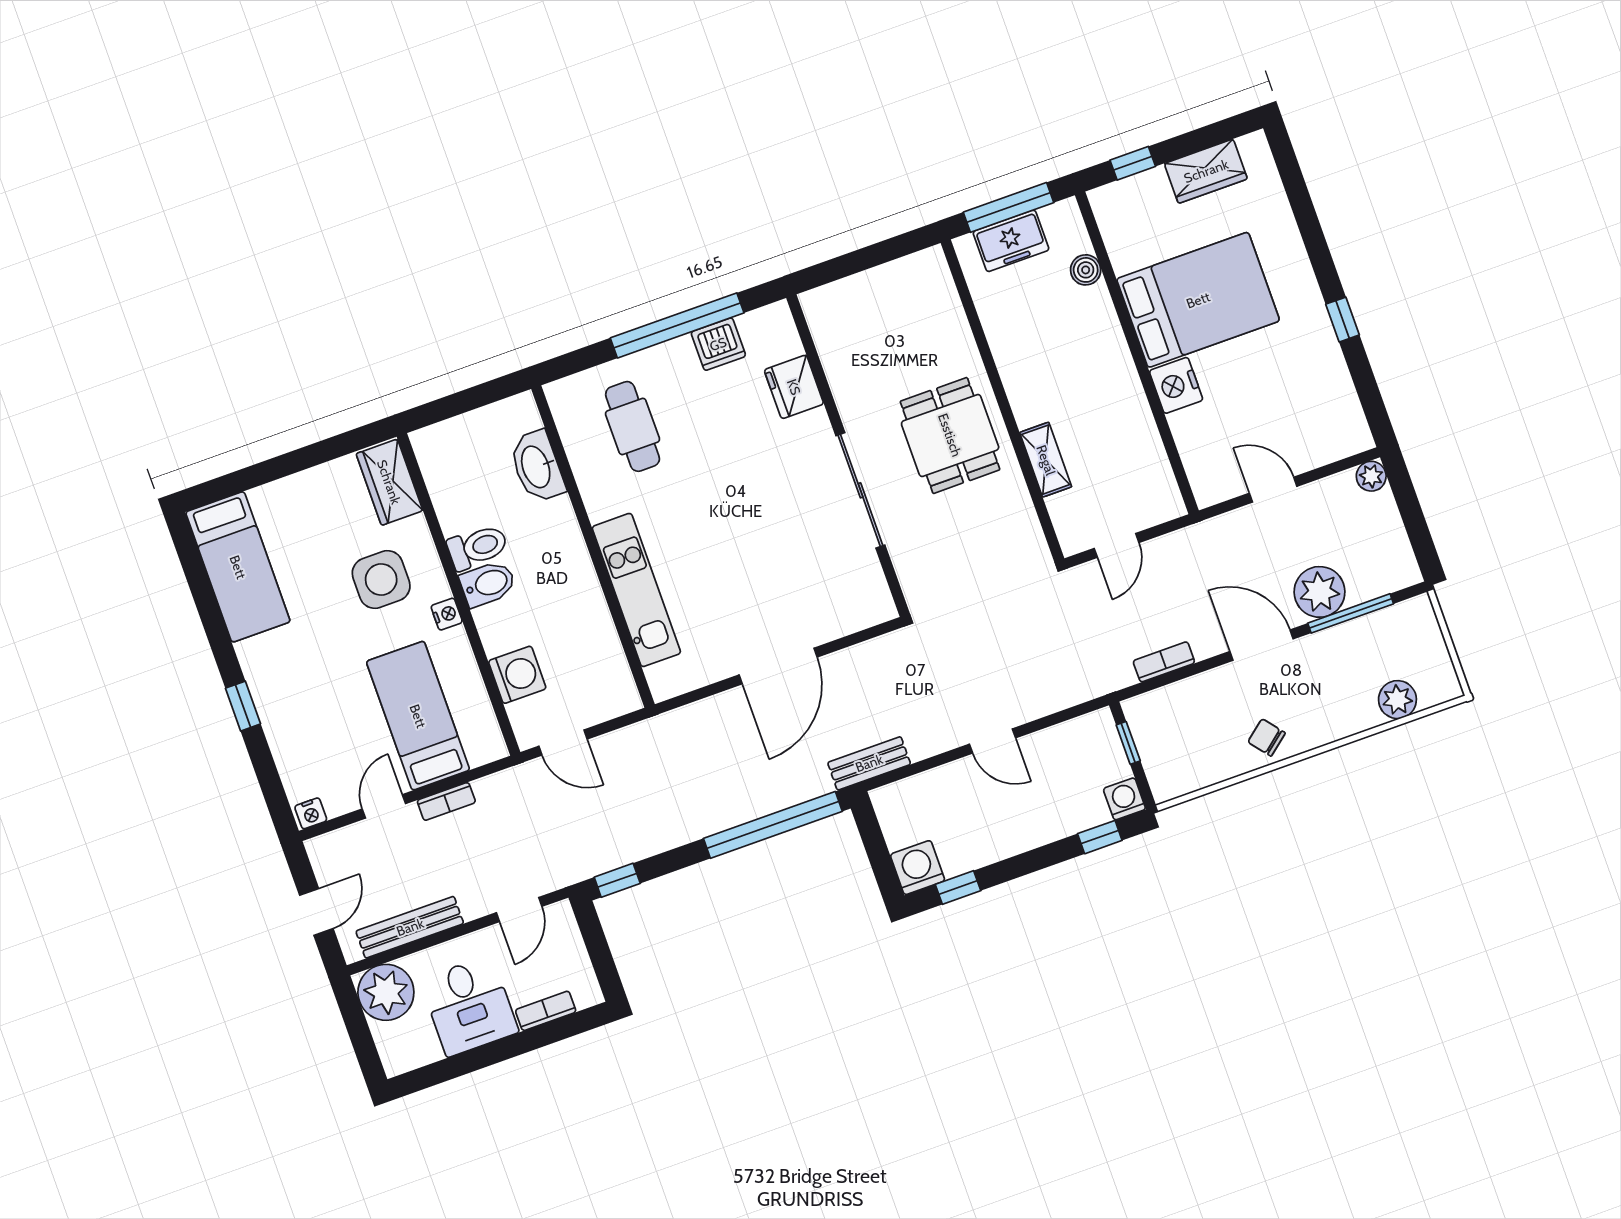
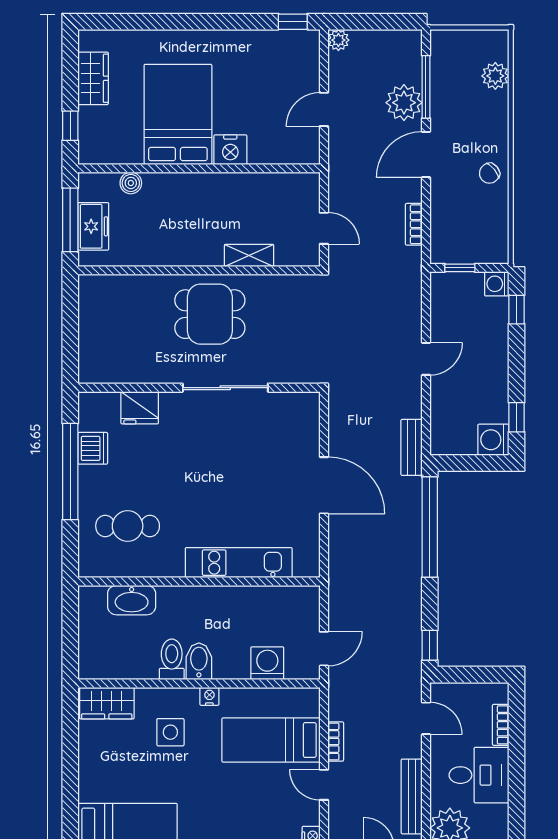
window: (1343, 320) -> (293, 22), moved
side table: (381, 580) -> (170, 732), width x0.73, depth x0.73

